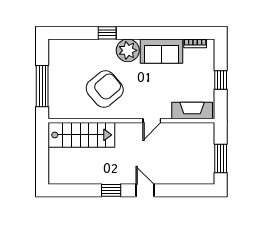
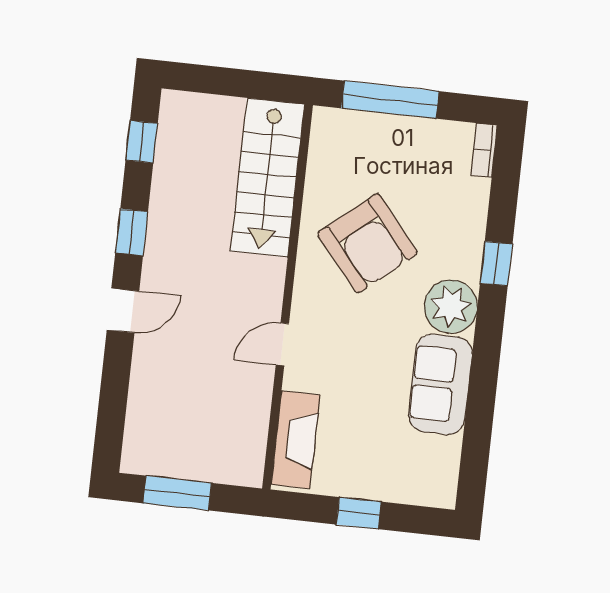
bookcase: (195, 43) -> (484, 150), moved
door: (152, 121) -> (282, 344), hinge flipped
window: (72, 190) -> (142, 142), added

